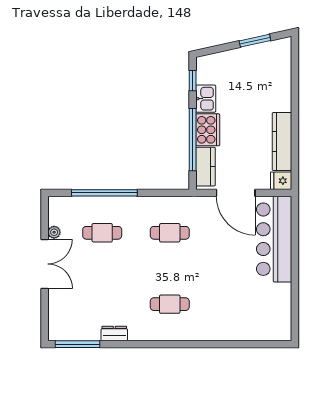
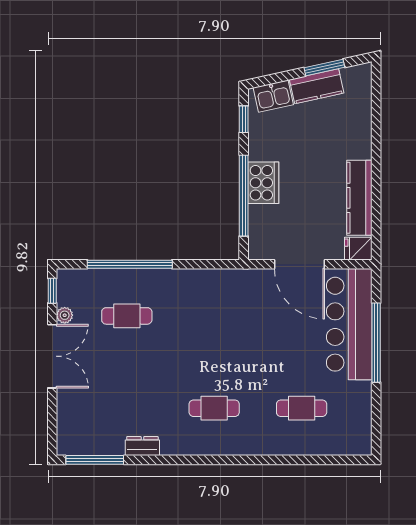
kitchen sink: (206, 99) -> (273, 96), moved, turned 78
kitchen counter: (205, 167) -> (317, 86), moved, turned 78
window: (45, 213) -> (52, 291), added
cafe table: (170, 233) -> (302, 408), moved
window: (295, 253) -> (376, 343), added

